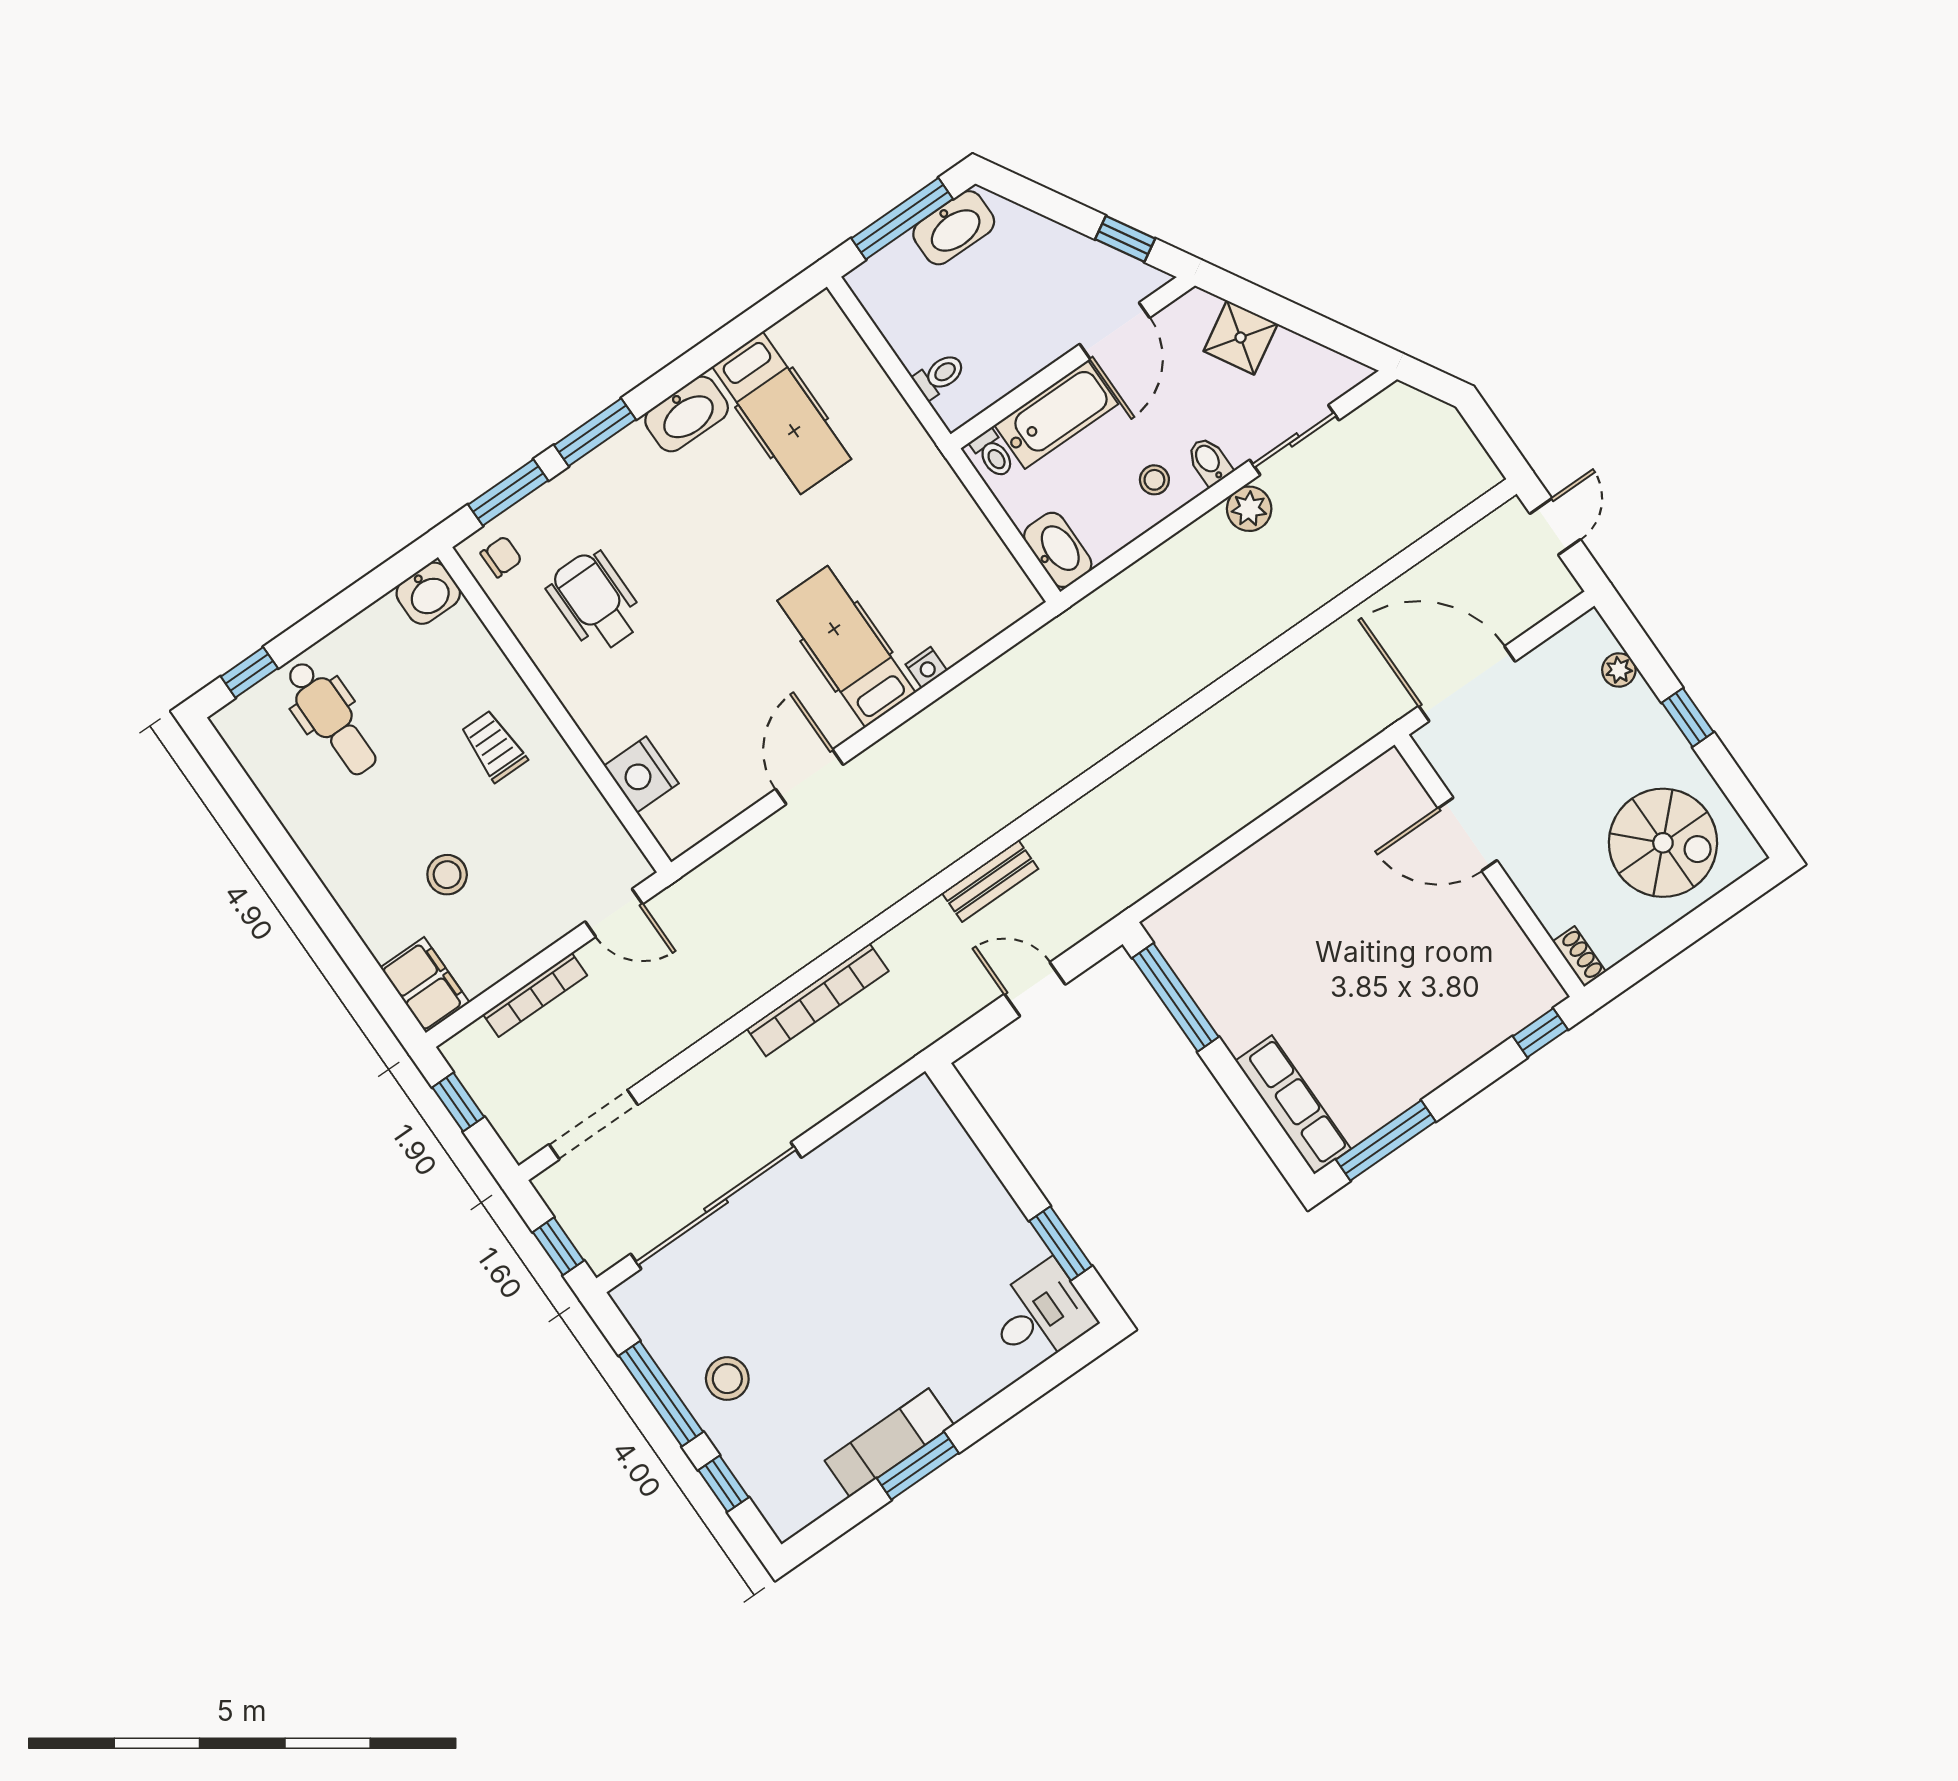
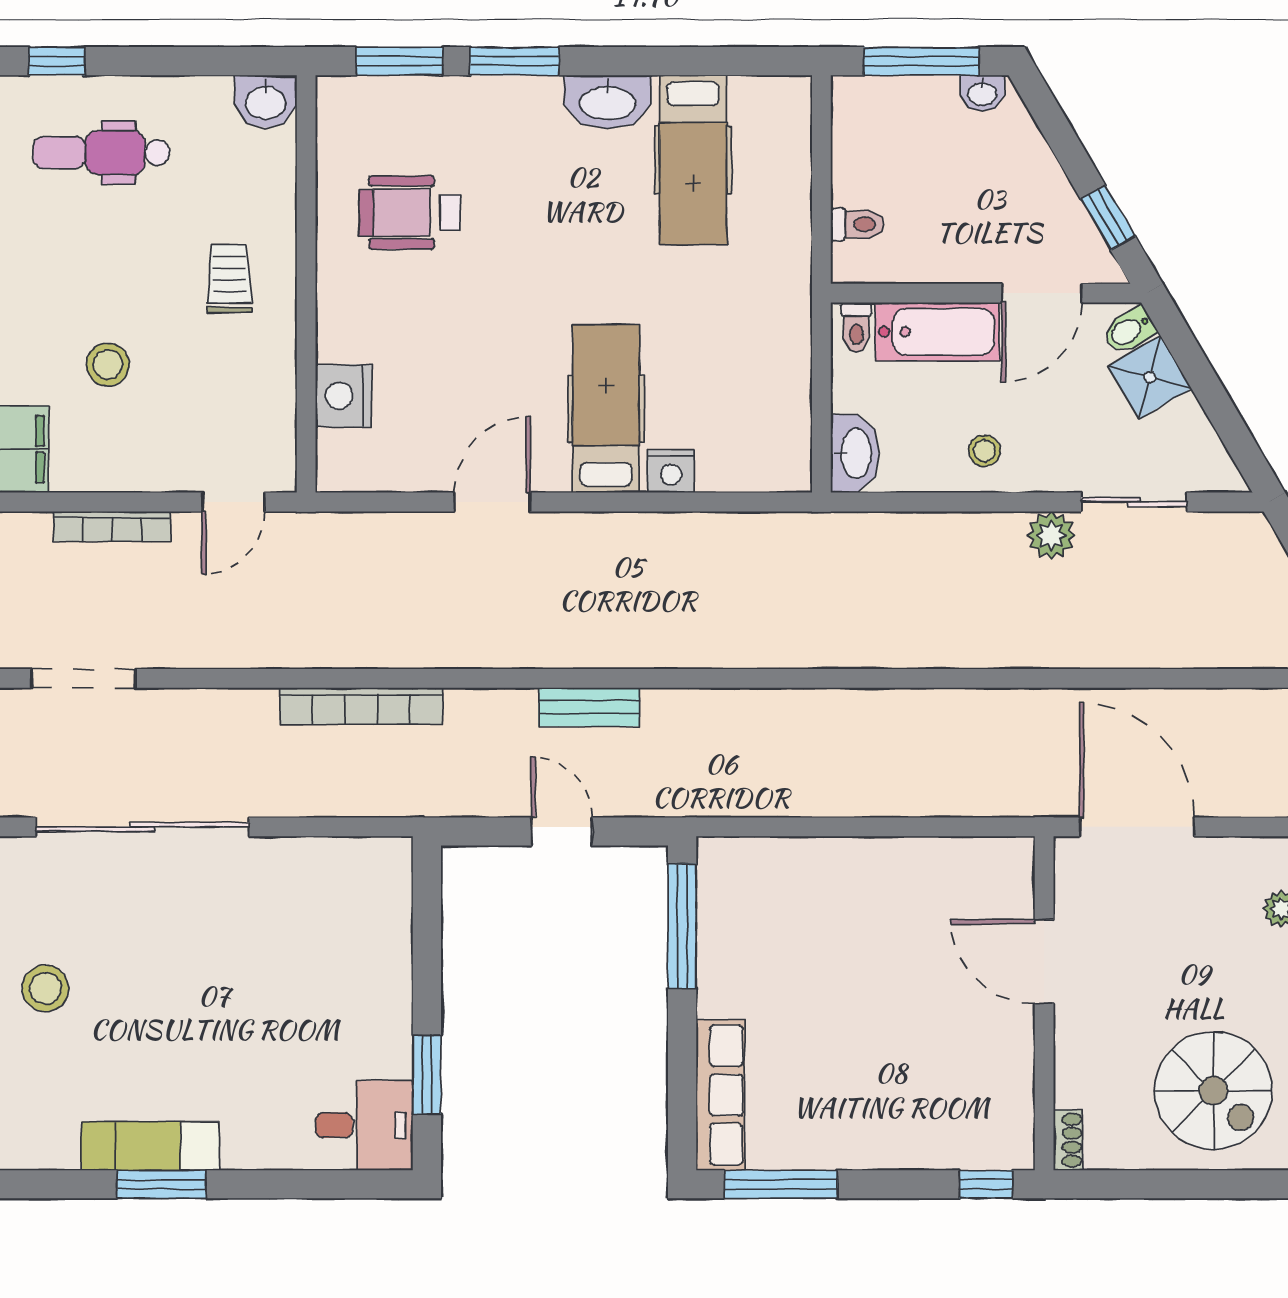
washbasin: (954, 228) -> (982, 93), width x0.52, depth x0.69
bidet: (1209, 461) -> (1129, 330), moved, turned -120
chair: (501, 557) -> (353, 114), removed
wheelchair: (595, 602) -> (410, 213), turned -90
nightstand: (926, 667) -> (671, 471), width x1.39, depth x1.35
dental chair: (331, 718) -> (102, 153), turned 90
door: (614, 913) -> (233, 502), hinge flipped

